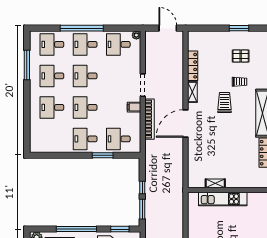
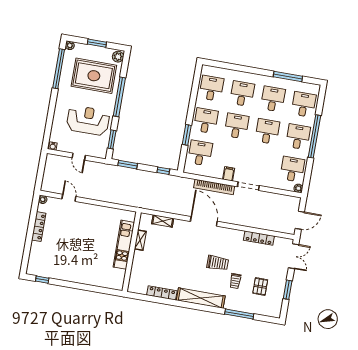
double door: (205, 28) -> (294, 256), added
shelving: (192, 92) -> (163, 221), moved
desk: (52, 139) -> (211, 88), added
window: (142, 188) -> (163, 171), moved

